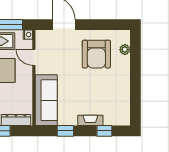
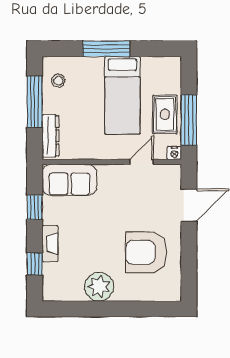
plant: (125, 50) -> (99, 287), moved, width x1.87, depth x1.87
sofa: (46, 100) -> (69, 180), width x0.73

